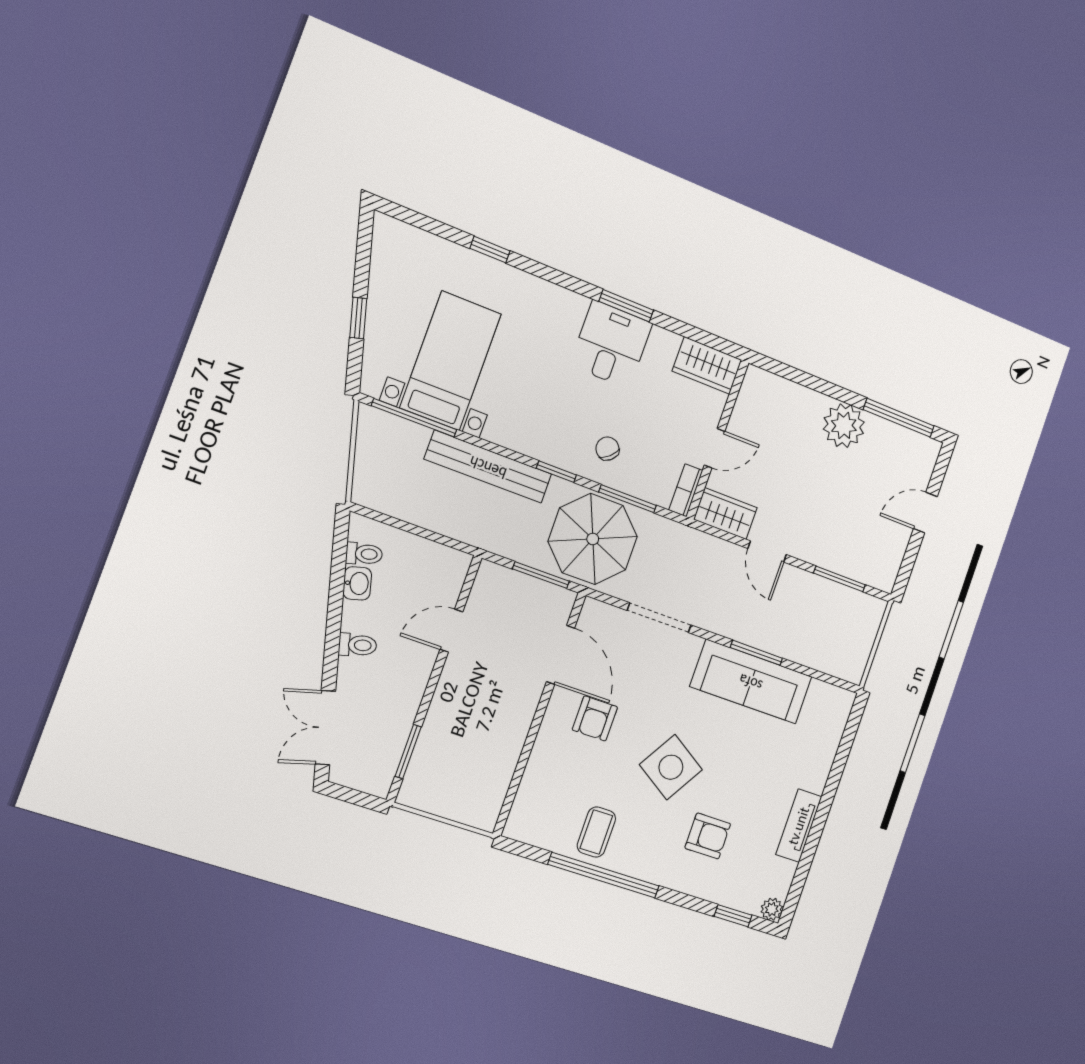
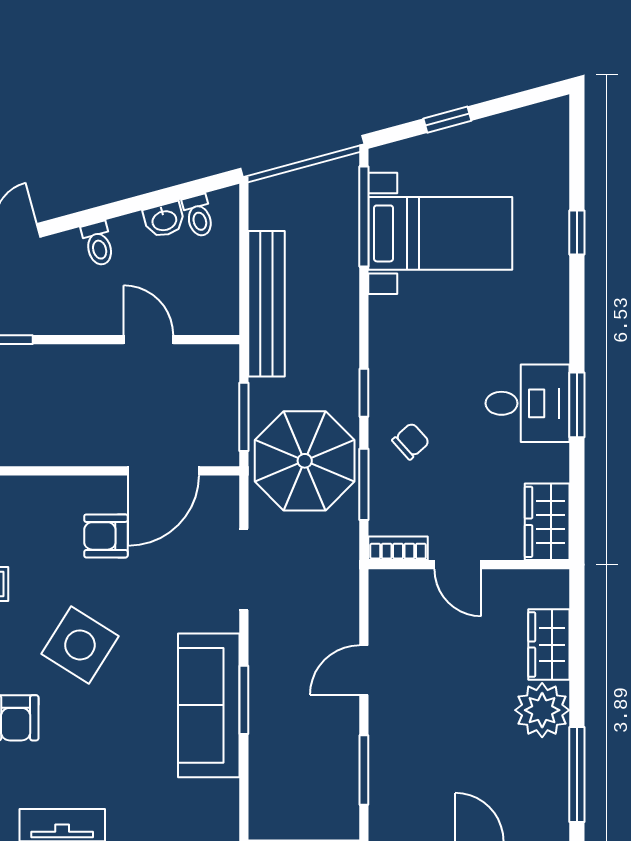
bench: (488, 467) -> (266, 304), moved
wardrobe: (725, 514) -> (549, 645), moved, turned 180

